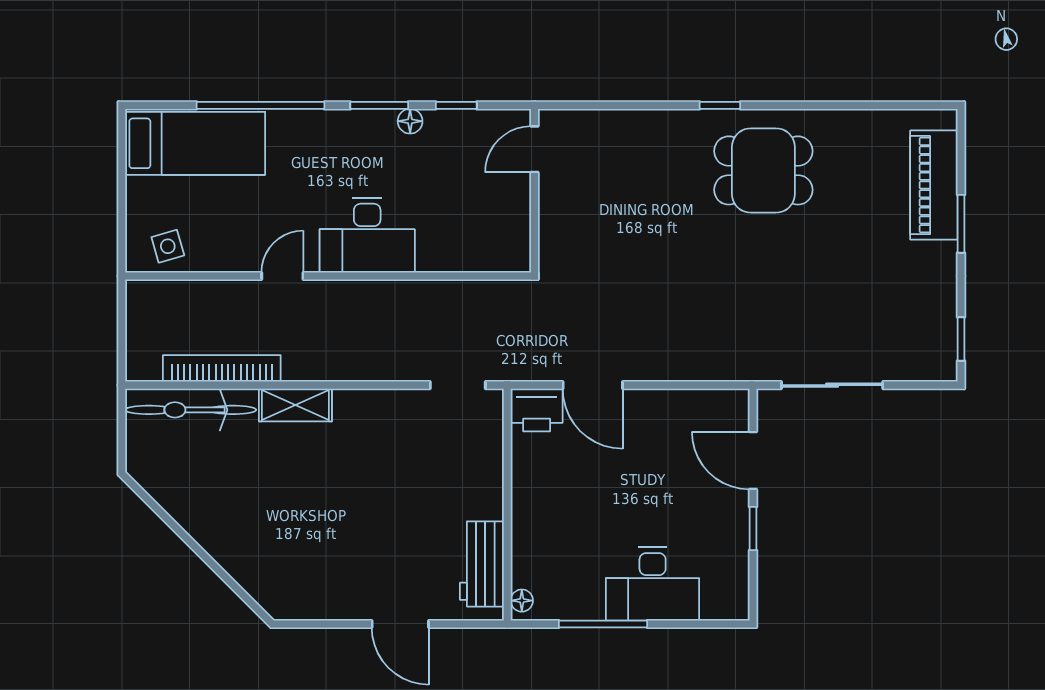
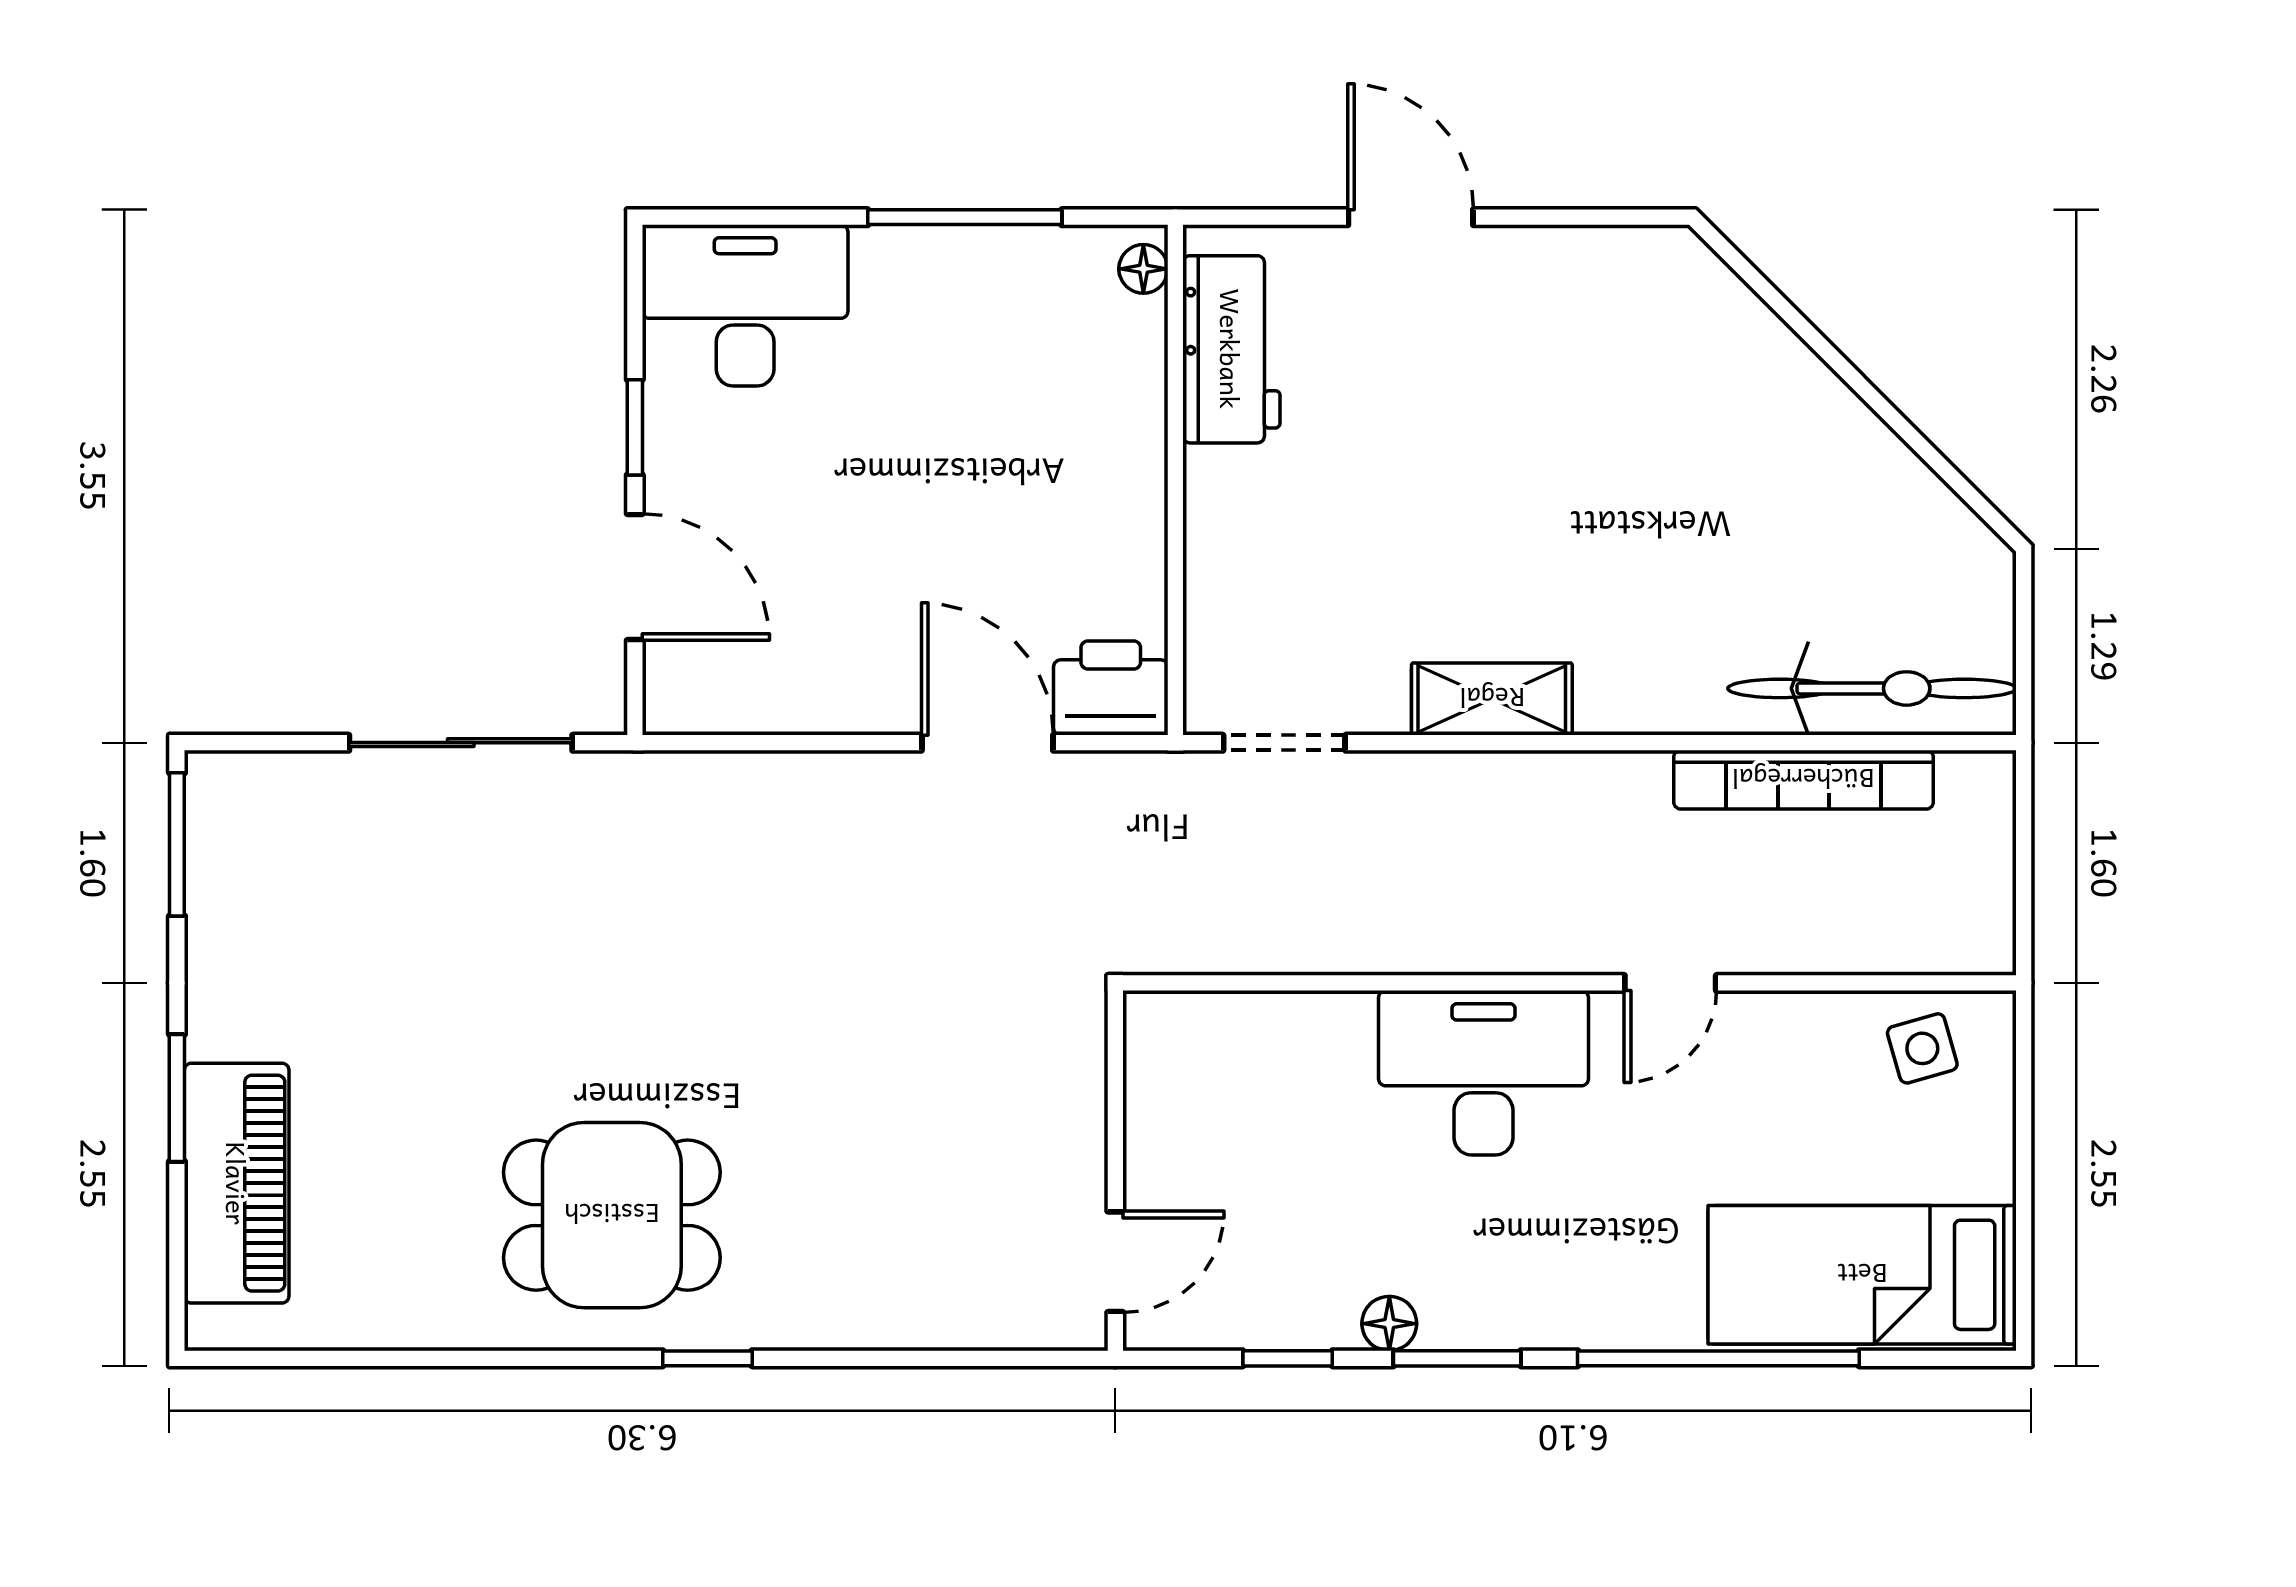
window: (961, 339) -> (177, 844), width x1.50
shelving: (295, 405) -> (1492, 699), moved
desk: (653, 584) -> (745, 305), moved

